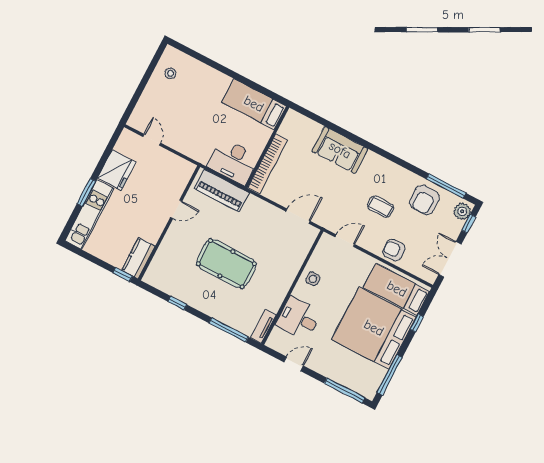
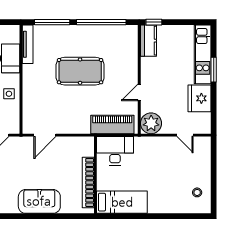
bookcase: (268, 164) -> (88, 182), moved
plant: (181, 171) -> (151, 123), added
window: (177, 303) -> (101, 22), width x3.17
tv unit: (263, 326) -> (28, 44), width x1.41

